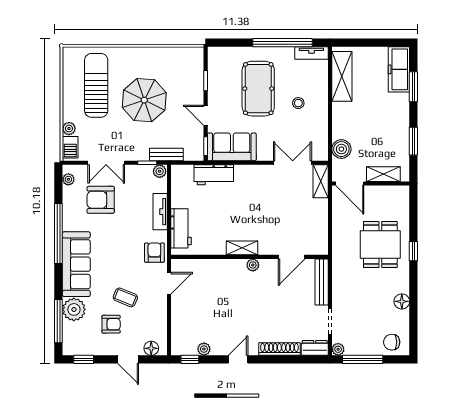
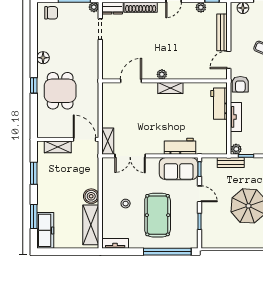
window: (282, 43) -> (167, 252), moved
boiler: (341, 149) -> (91, 196), moved
workbench: (214, 175) -> (180, 146), moved
bench: (322, 282) -> (222, 32), moved
floor lamp: (402, 301) -> (43, 58), moved

